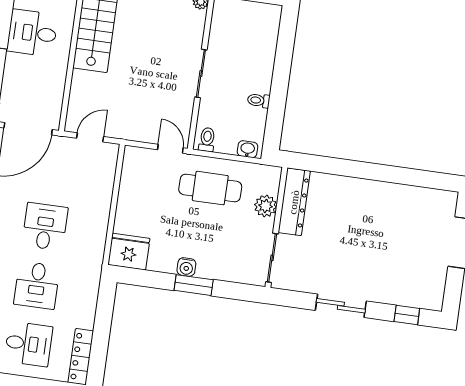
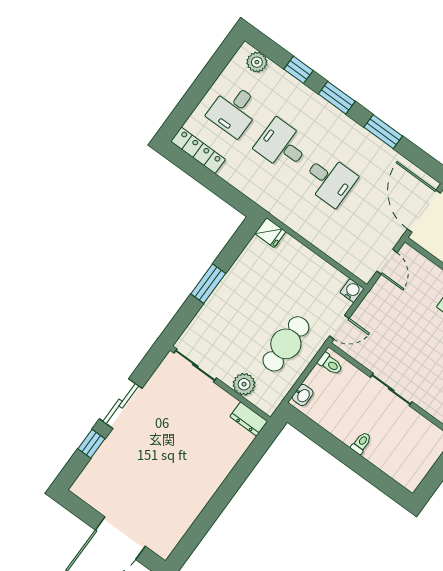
toilet: (259, 100) -> (361, 443), moved
dresser: (294, 202) -> (249, 419), width x0.51, depth x0.80
fridge: (129, 252) -> (270, 233), width x0.53, depth x0.75
water cooler: (186, 267) -> (352, 291), moved, turned 90
window: (407, 315) -> (91, 444), moved

